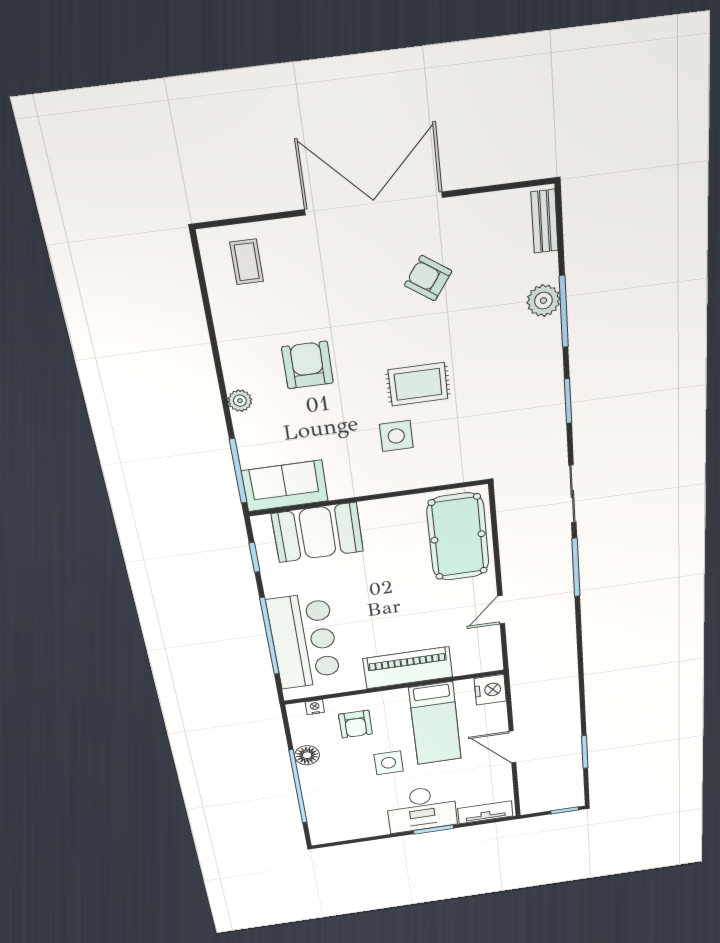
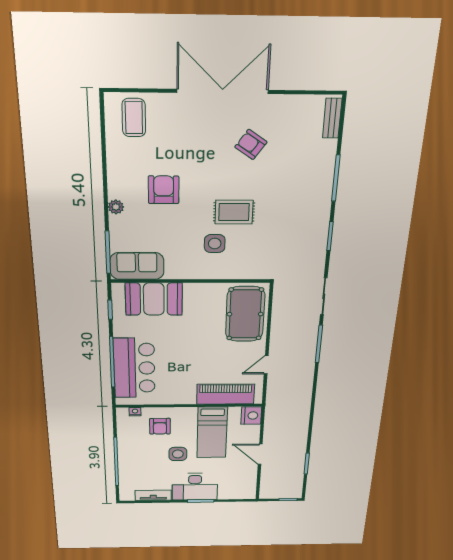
coffee table: (247, 262) -> (134, 118), width x1.36, depth x1.30
plant: (543, 301) -> (324, 169), removed
piano: (408, 668) -> (225, 394), moved
floor lamp: (307, 755) -> (125, 442), removed
tv unit: (485, 812) -> (153, 495), moved

